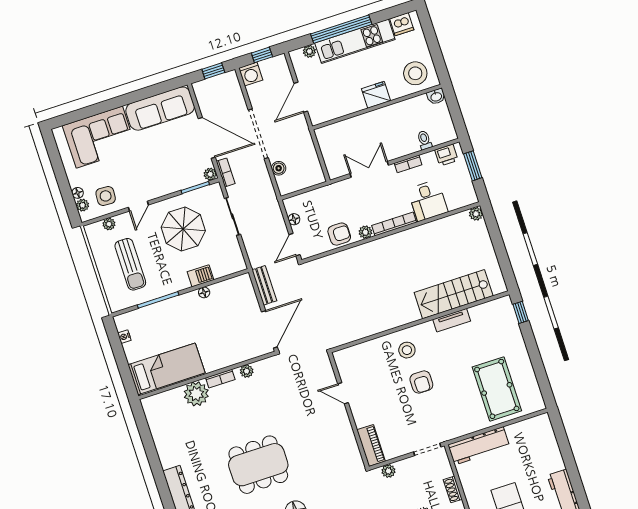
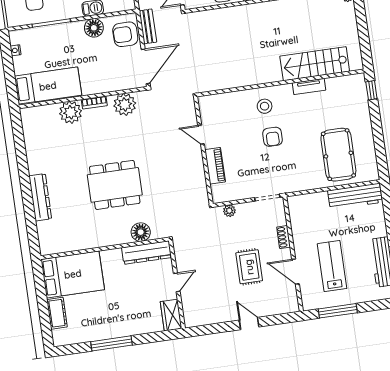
floor lamp: (204, 292) -> (94, 28), width x1.89, depth x1.89
armchair: (241, 298) -> (125, 34), added
plant: (247, 371) -> (125, 104), width x1.87, depth x1.87
piano: (371, 446) -> (215, 166), moved
workbench: (479, 446) -> (355, 196), moved

